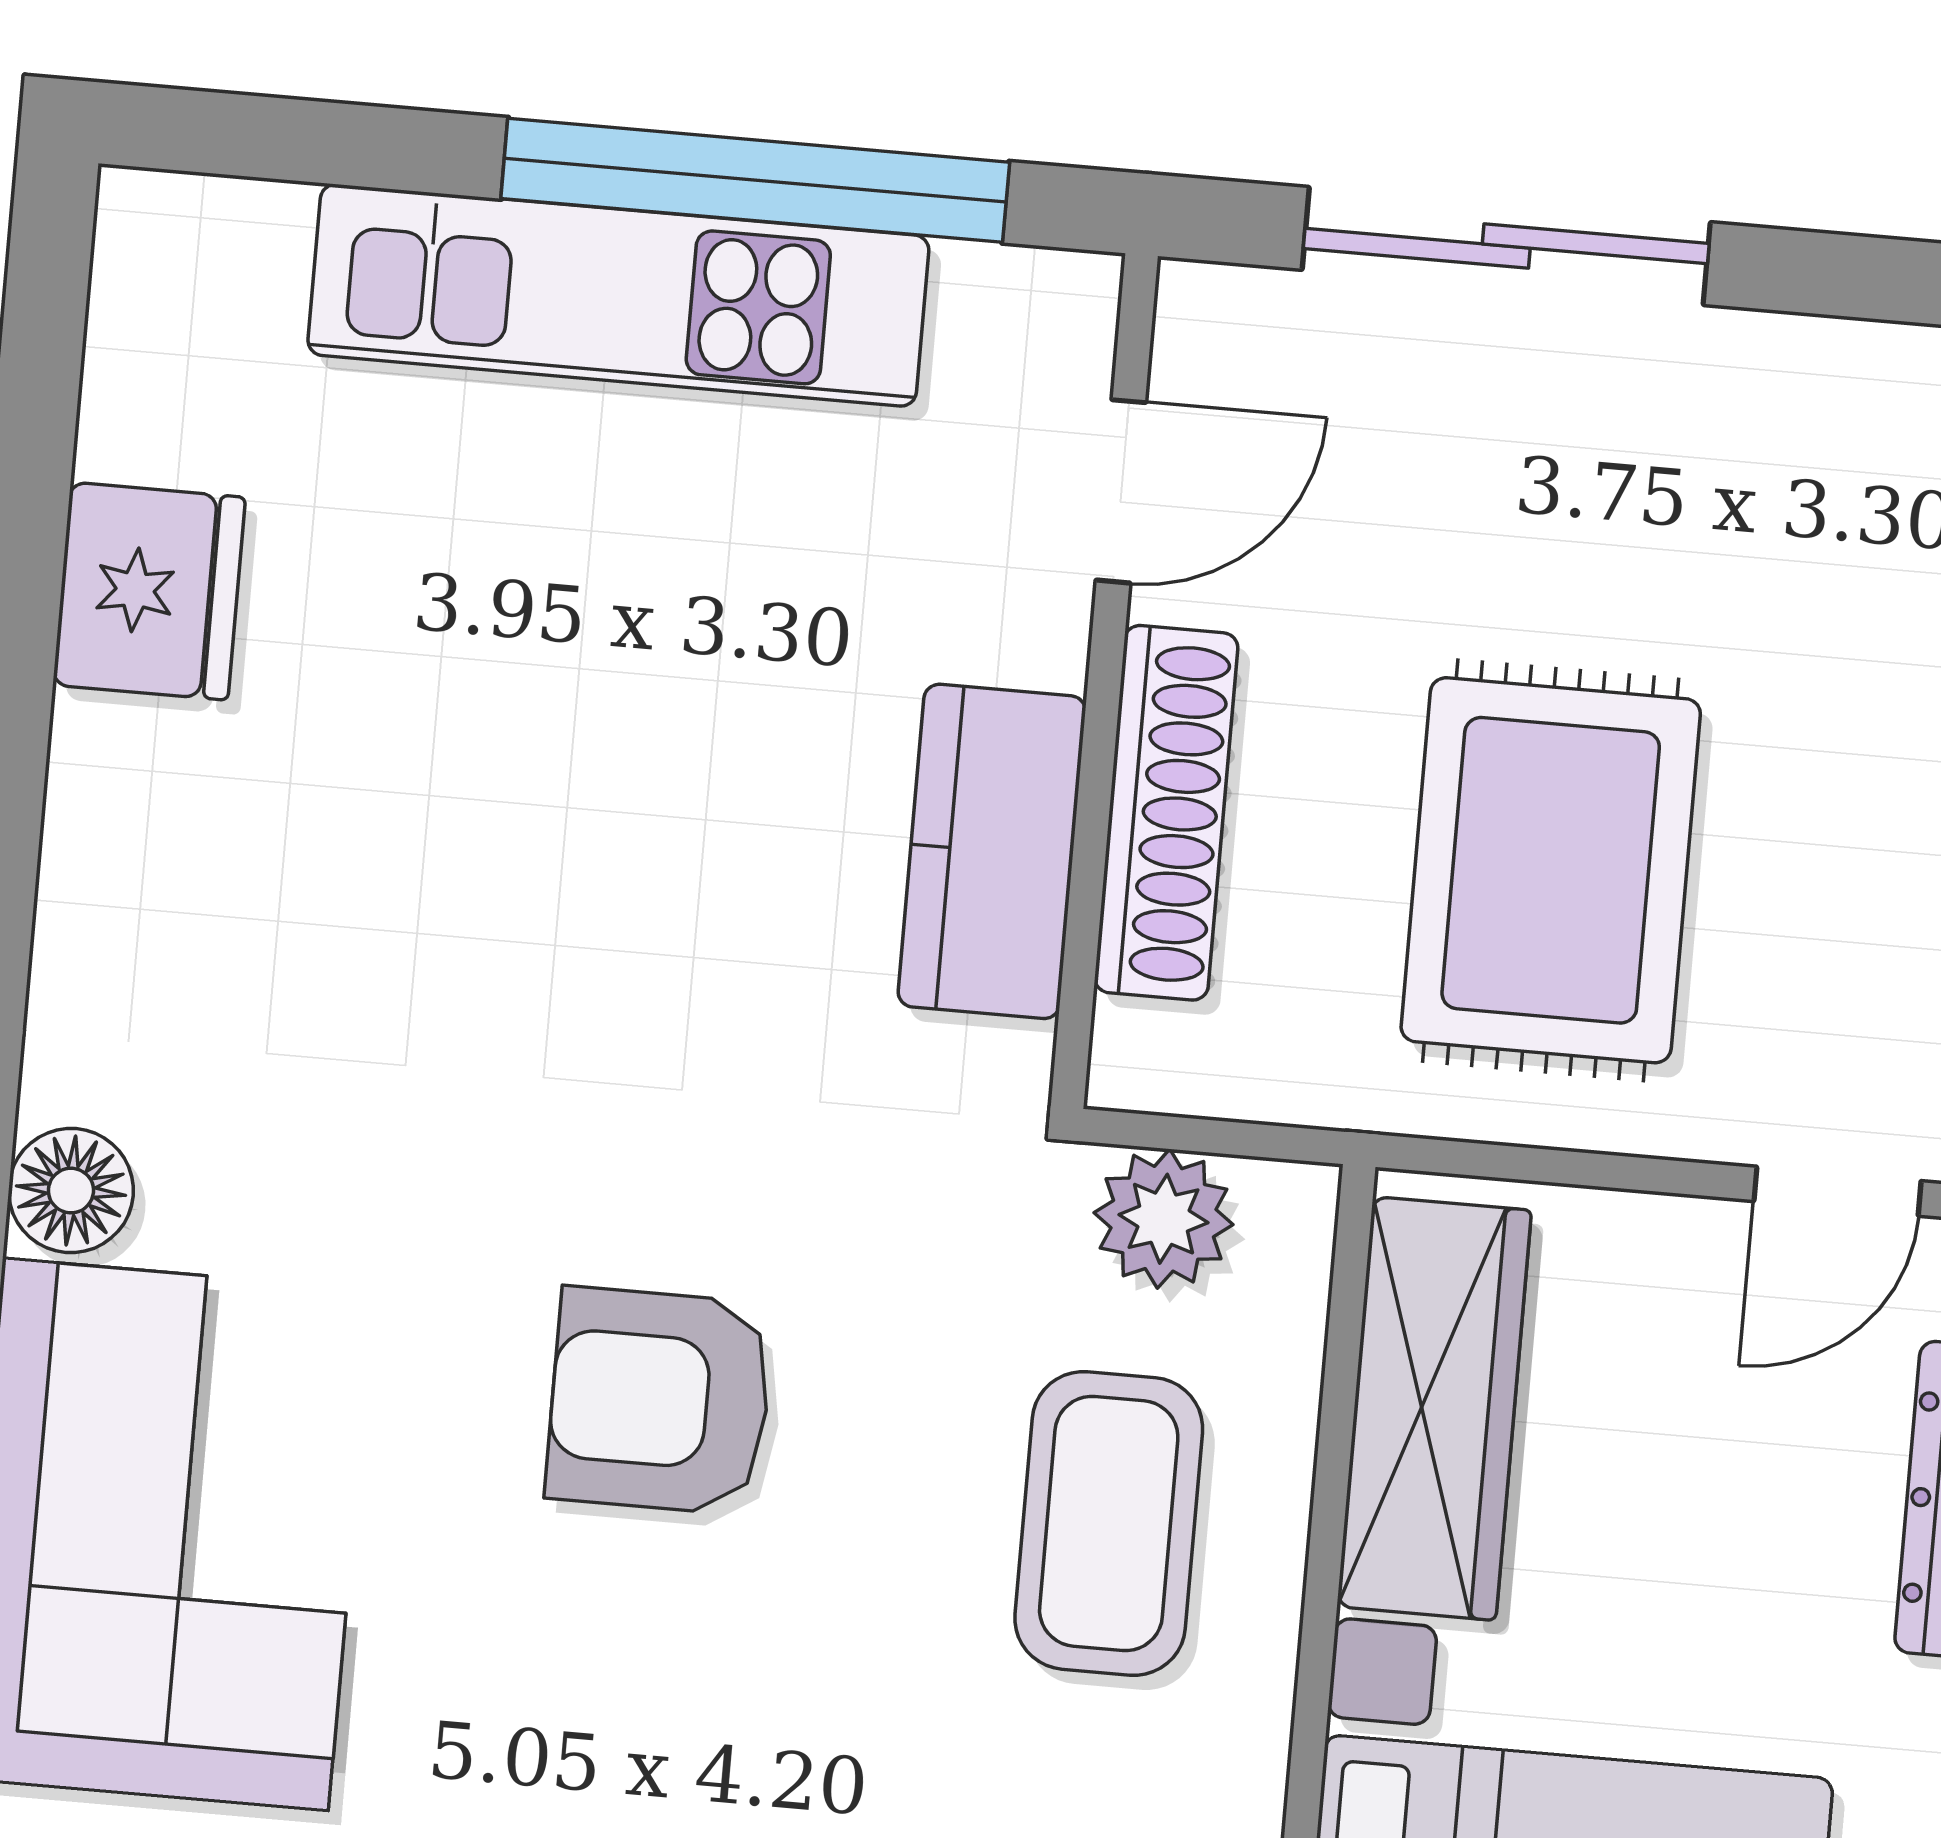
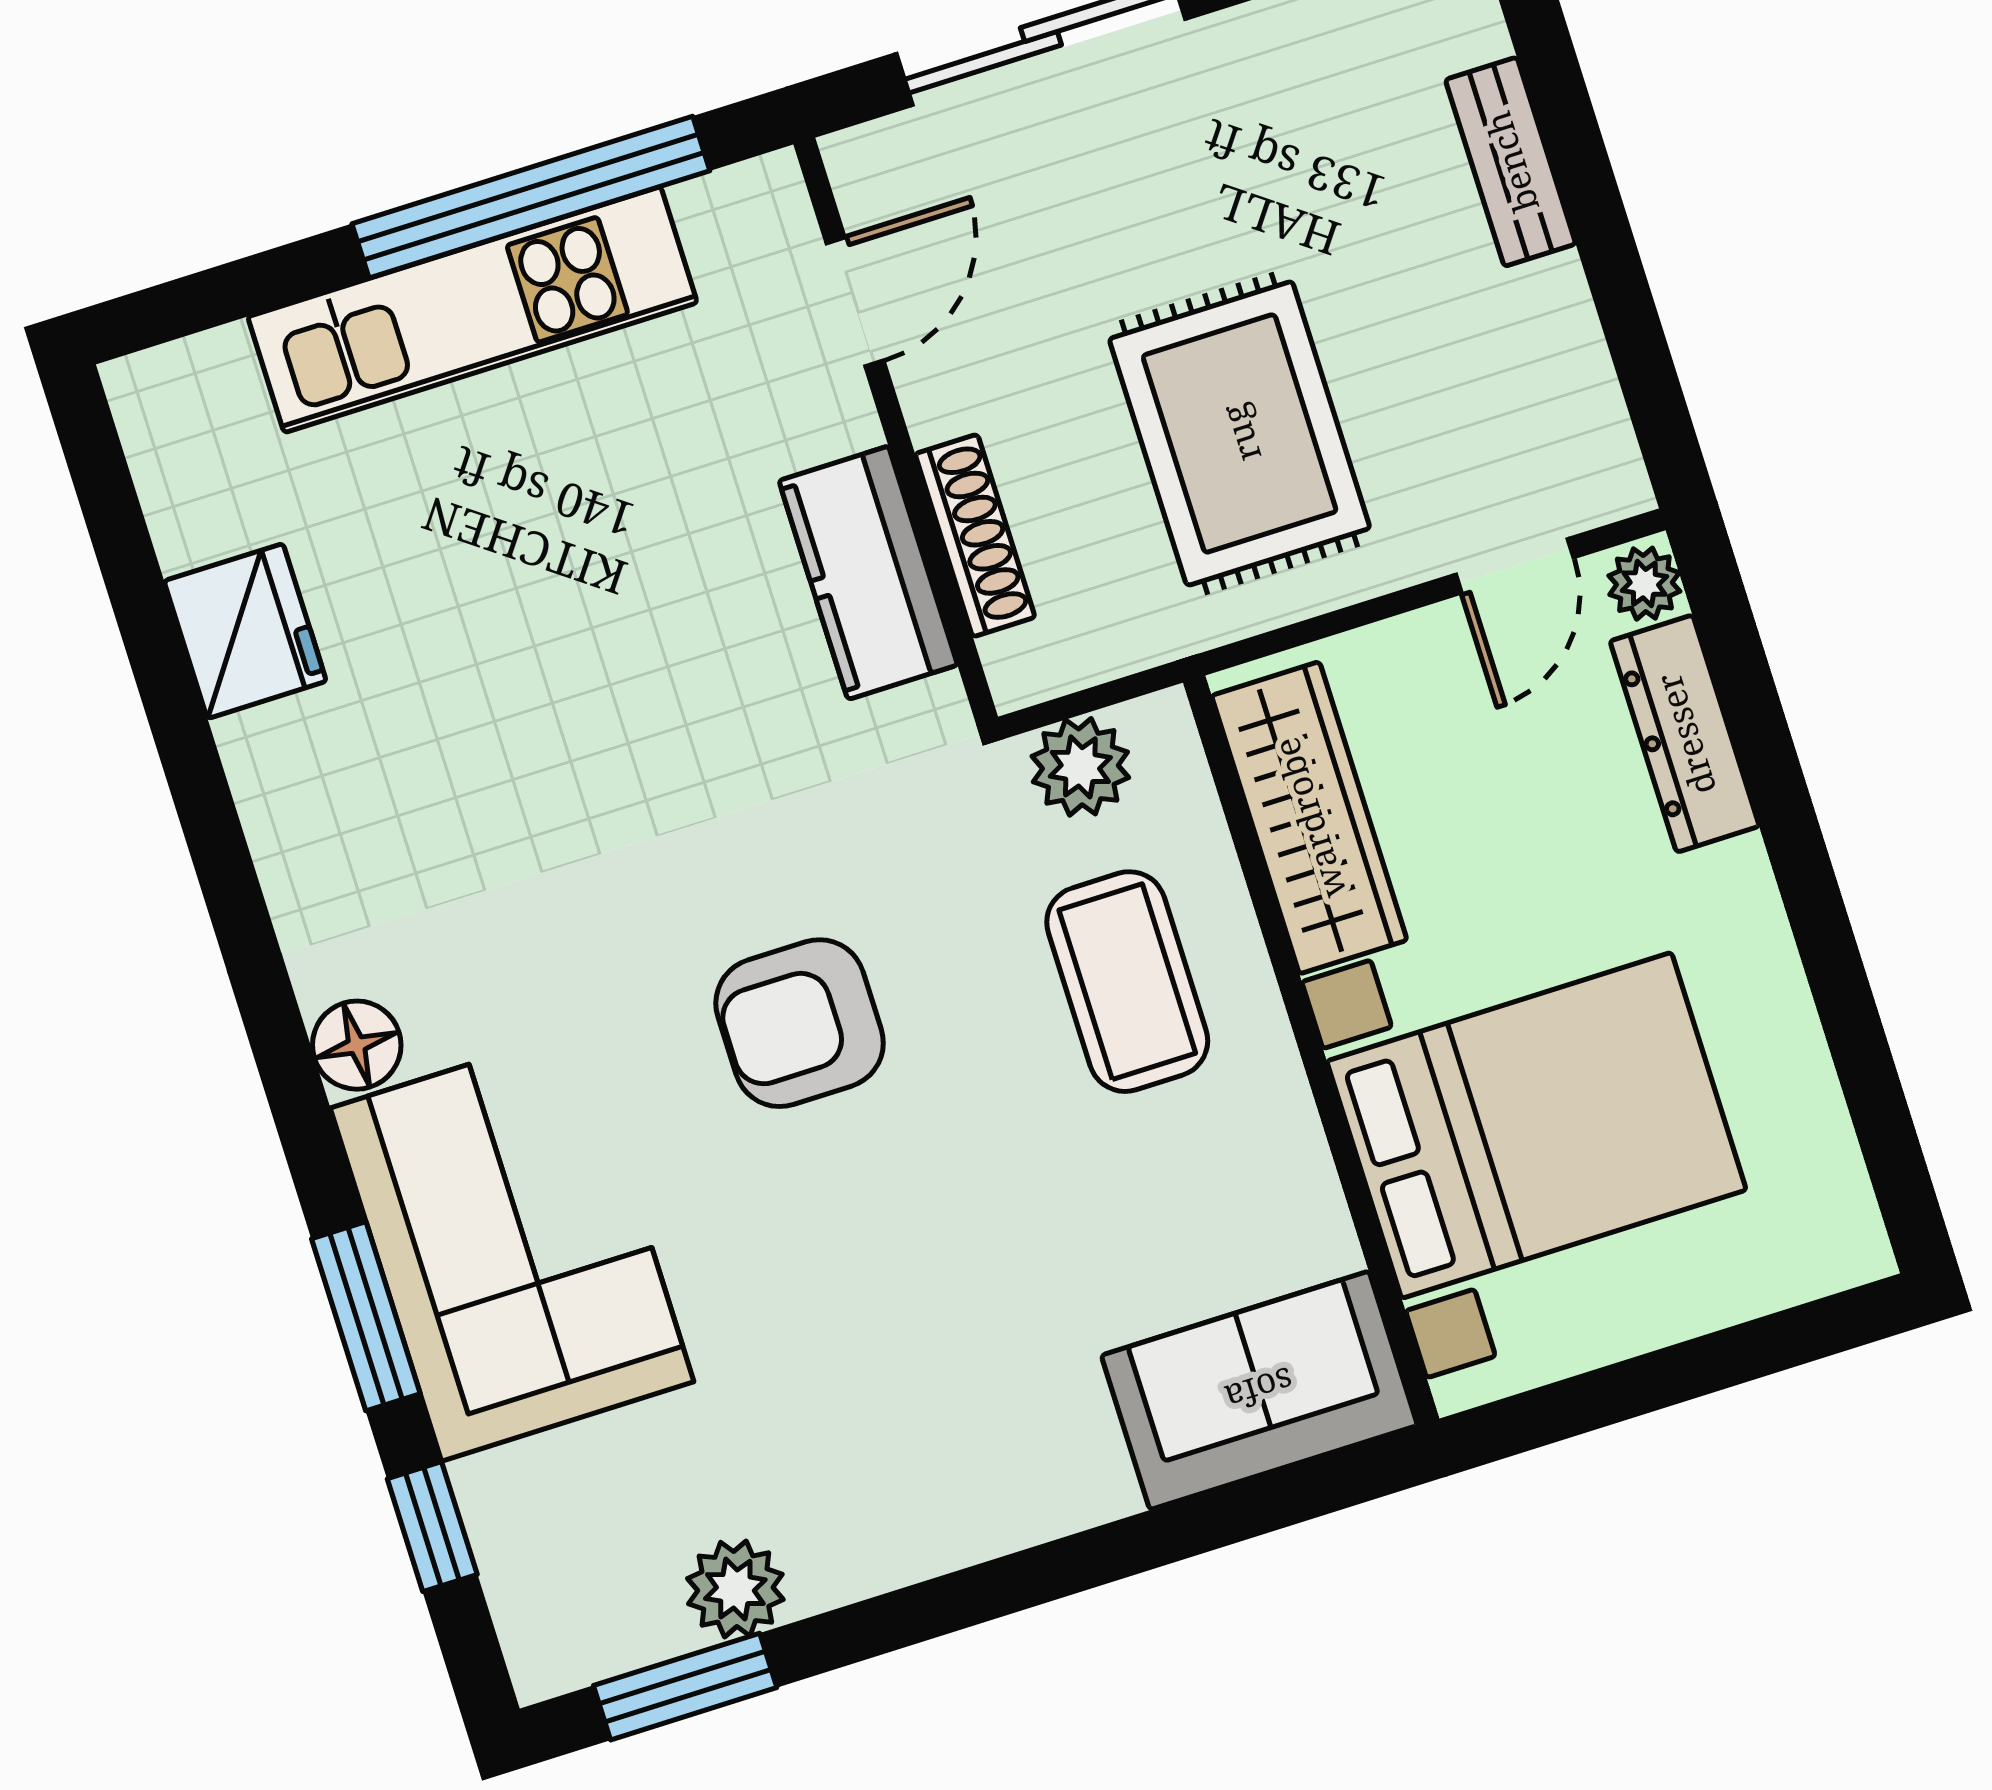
shoe rack: (1166, 813) -> (975, 536), width x0.74, depth x0.81

